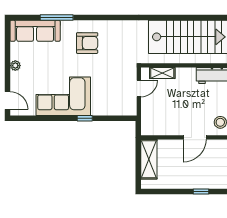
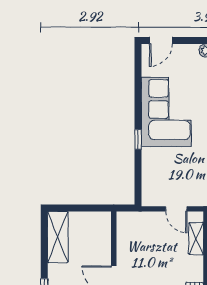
shelving: (149, 159) -> (58, 237), moved, turned 90

